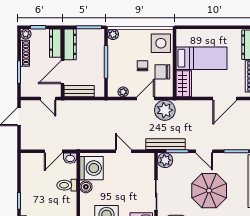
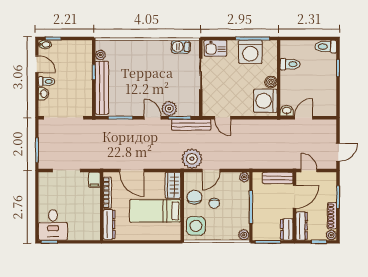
dresser: (70, 44) -> (287, 229), width x0.70
chair: (162, 72) -> (194, 197), turned -90
plant: (123, 92) -> (244, 177), moved
door: (225, 98) -> (132, 171), swing flipped
door: (123, 151) -> (223, 118), moved
plant: (165, 160) -> (169, 109), moved
toilet: (67, 185) -> (290, 64), moved
parasol: (209, 191) -> (148, 78), removed

